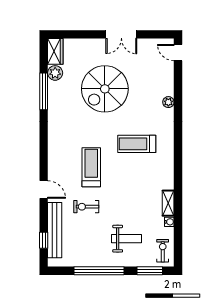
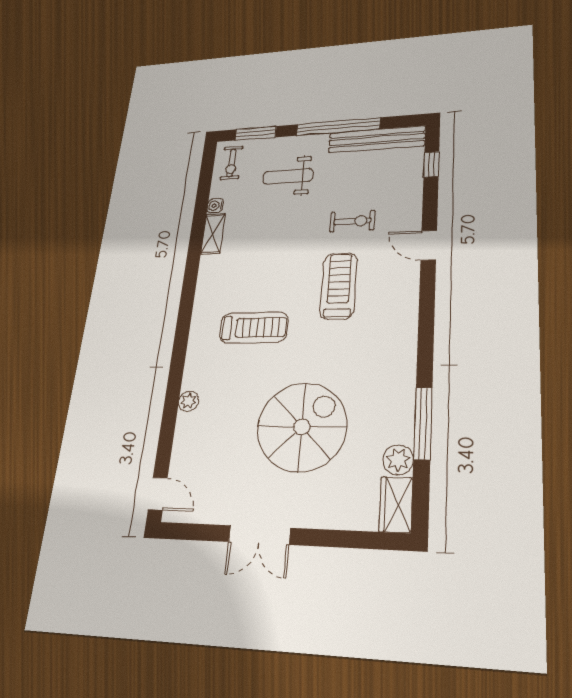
double door: (121, 34) -> (259, 535), swing flipped
treadmill: (91, 167) -> (339, 286), turned 180
bench: (55, 230) -> (377, 139), moved, turned 90

